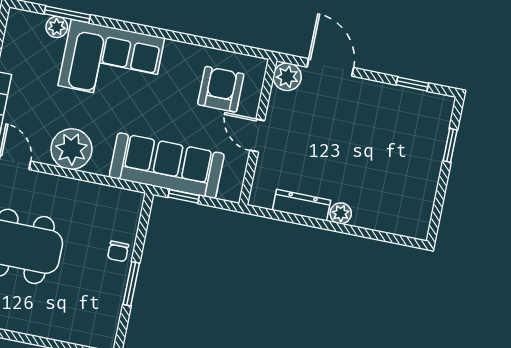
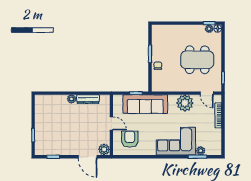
armchair: (221, 89) -> (130, 139), turned 180

